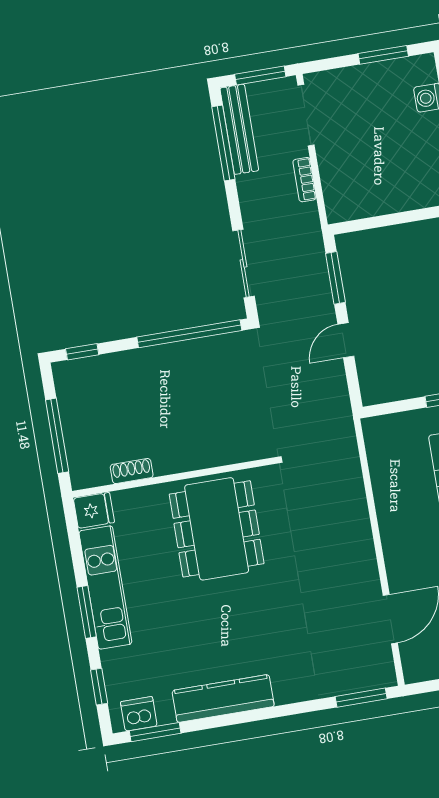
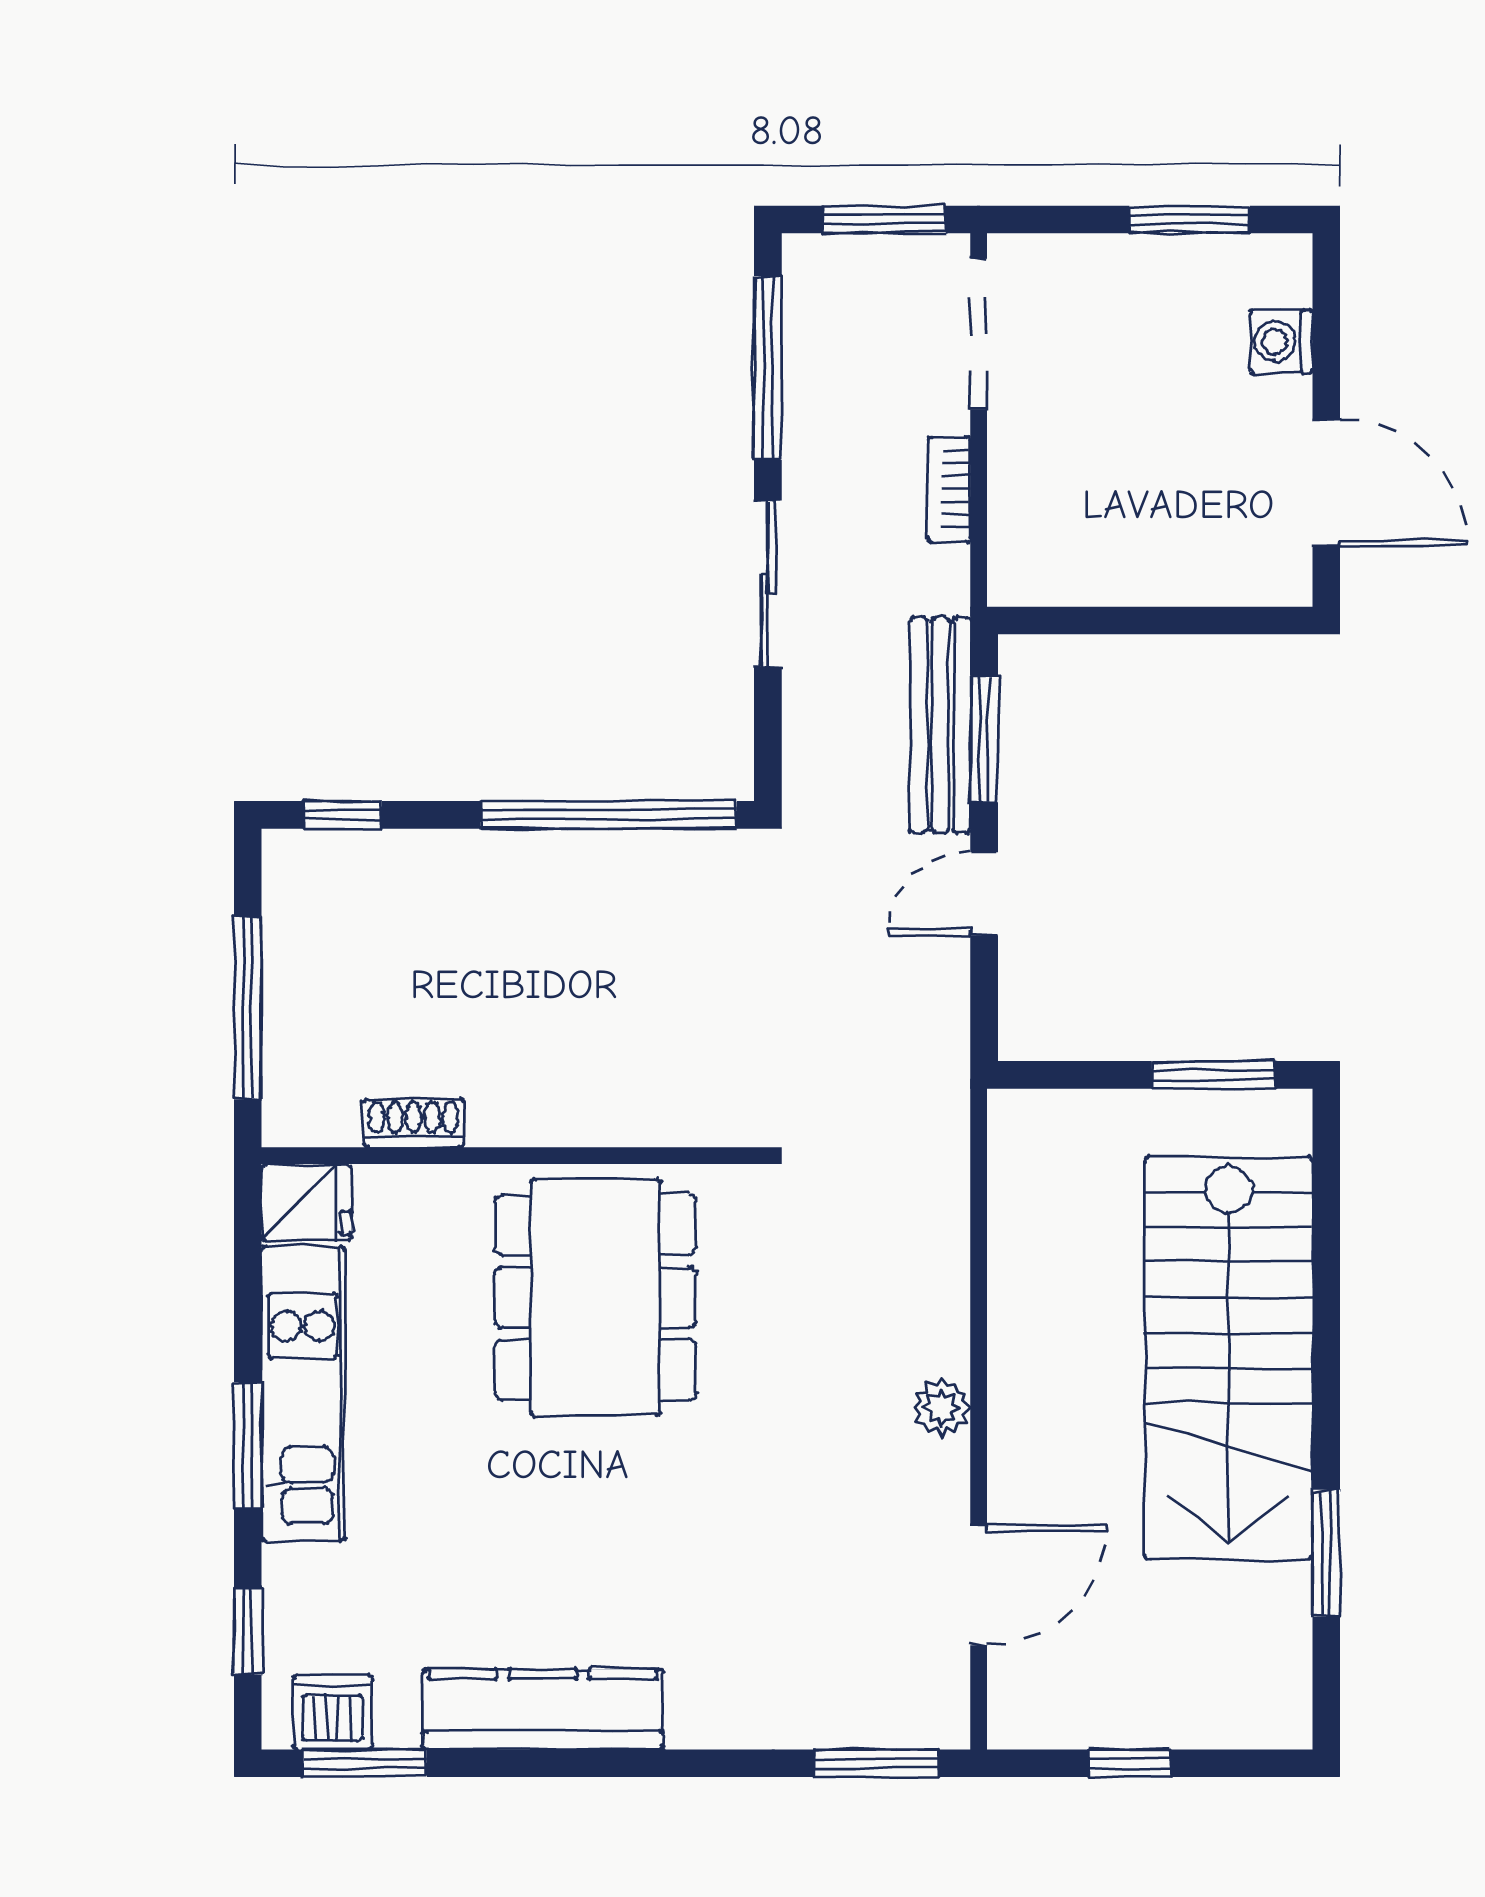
bench: (239, 129) -> (940, 725), moved
sliding door: (244, 263) -> (768, 584), moved
plant: (363, 550) -> (941, 1408), added

